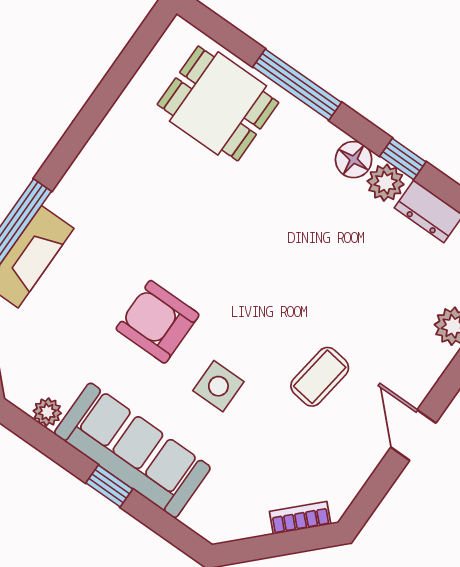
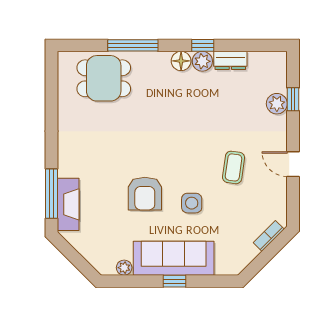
armchair: (158, 322) -> (145, 194), turned -90

